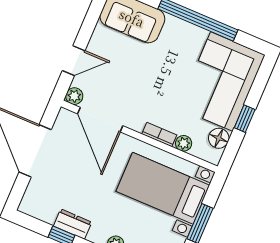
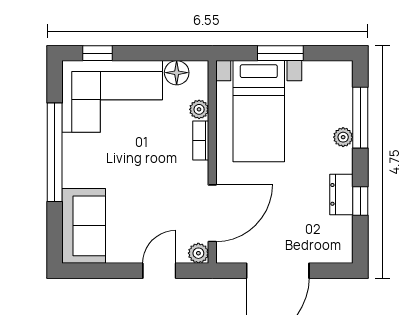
door: (74, 61) -> (159, 271), hinge flipped
window: (245, 119) -> (97, 53), moved

